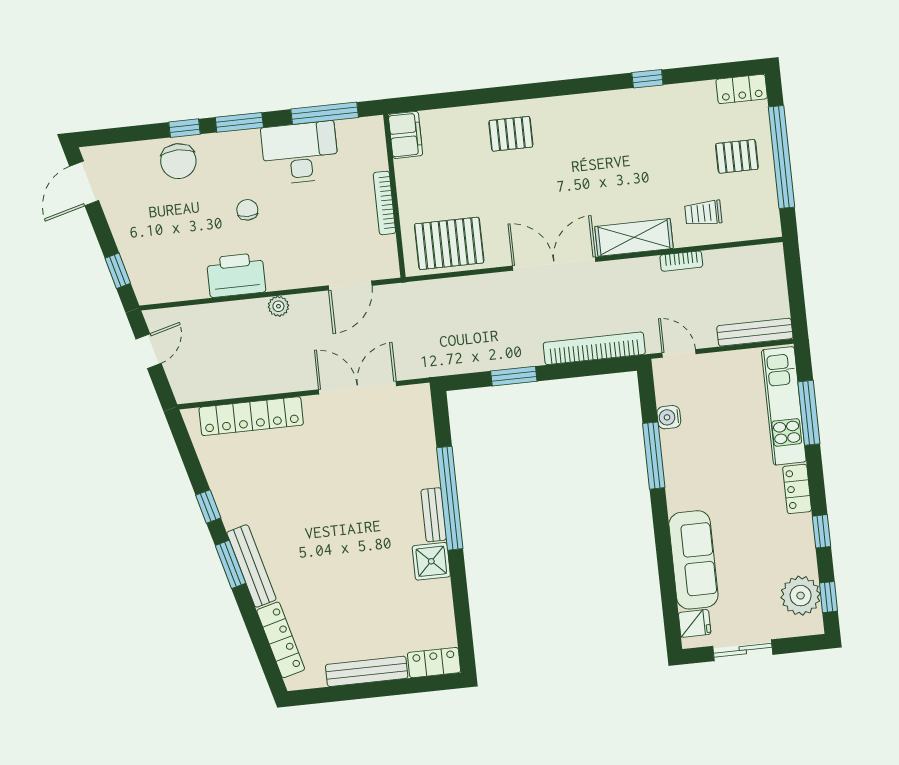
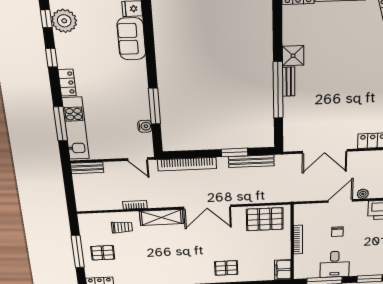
desk: (300, 153) -> (335, 264), width x0.73
window: (781, 157) -> (78, 251), width x0.68
chair: (247, 210) -> (337, 232), moved
door: (350, 286) -> (340, 201), moved
bench: (755, 332) -> (87, 168), width x0.73
bench: (483, 361) -> (251, 161), added
sofa: (693, 560) -> (131, 39), width x0.73

